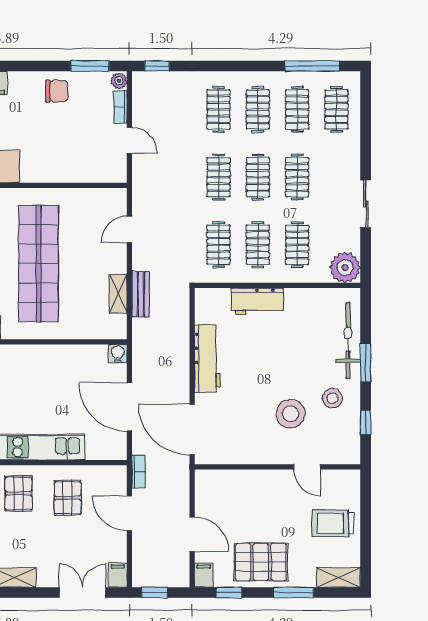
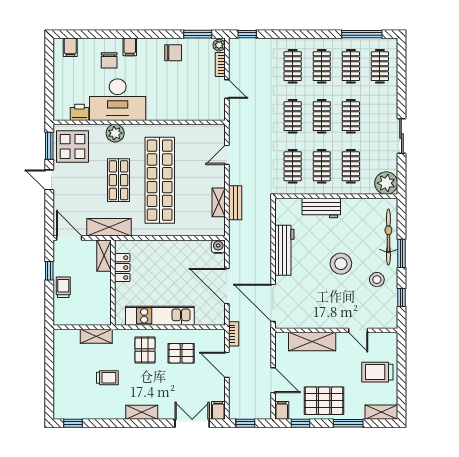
stool: (291, 414) -> (341, 264), moved
shelving: (245, 482) -> (312, 342), added
pallet: (68, 498) -> (181, 353), turned 90

